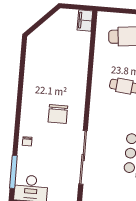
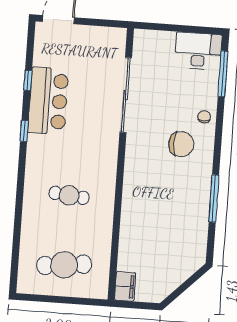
window: (21, 83) -> (214, 199), added
chair: (58, 114) -> (181, 144), moved, turned 90

